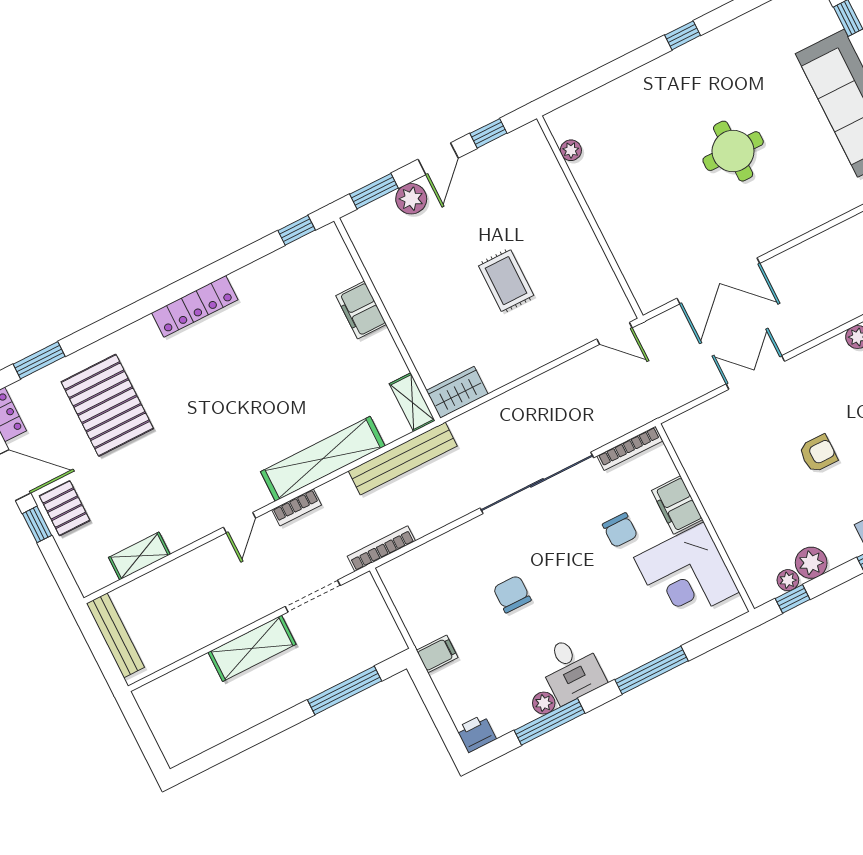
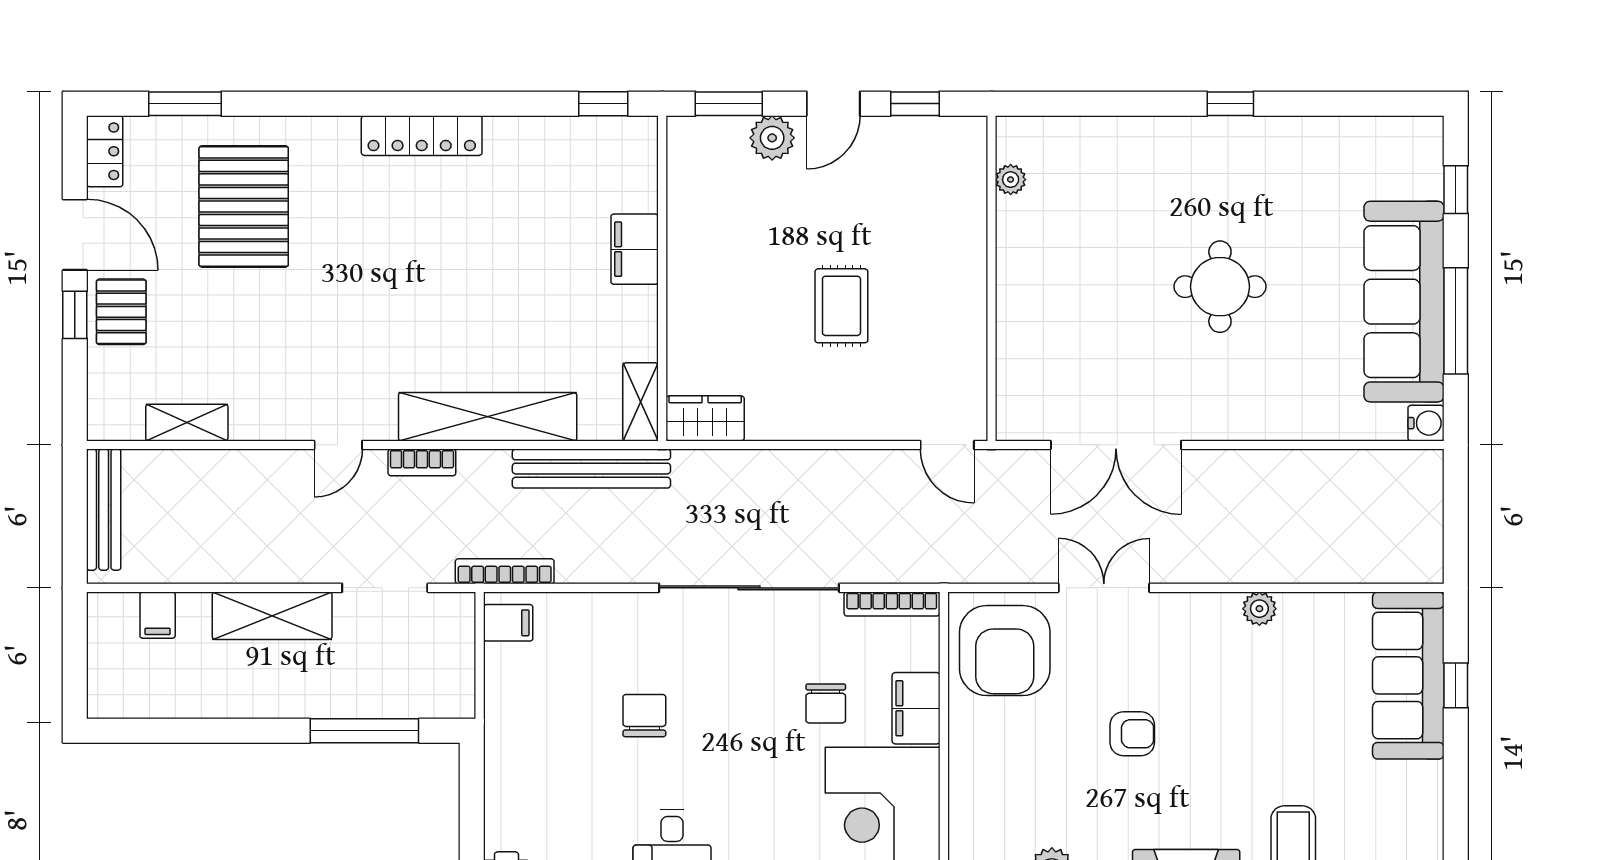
armchair: (714, 442) -> (1005, 651), added
filing cabinet: (437, 654) -> (508, 623), moved
filing cabinet: (181, 684) -> (158, 615), added

